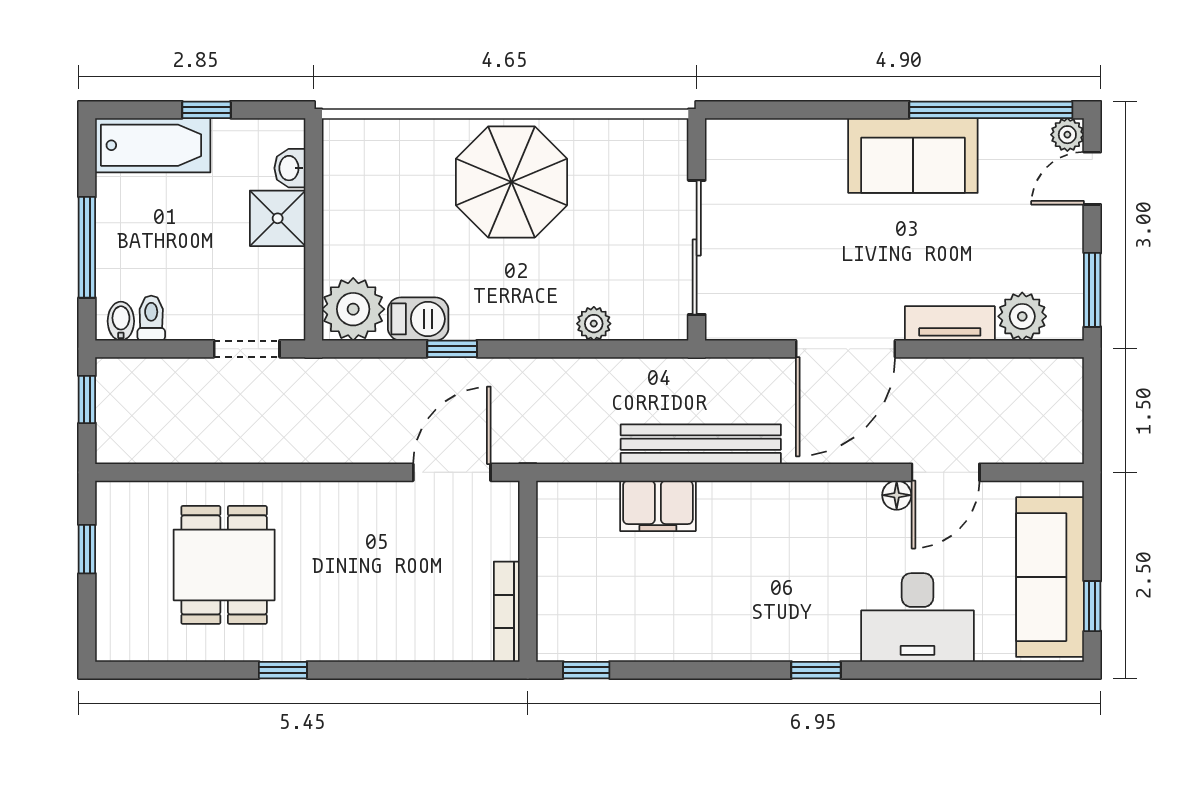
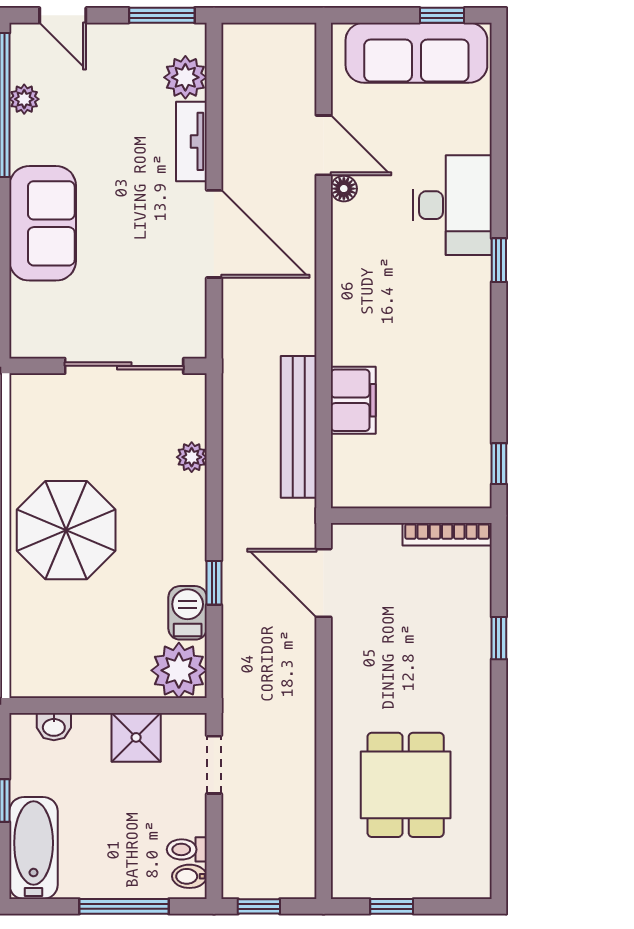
plant: (1067, 135) -> (24, 99), moved
sofa: (913, 156) -> (43, 223), moved
shower: (278, 218) -> (136, 737), moved
bench: (701, 444) -> (299, 427), moved
dining table: (224, 565) -> (406, 785), turned 90
desk: (917, 618) -> (452, 205), moved
window: (283, 670) -> (499, 638), moved

